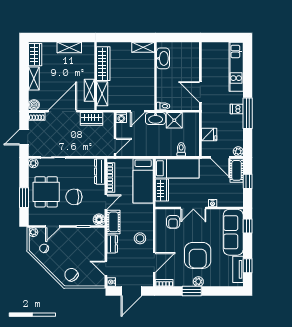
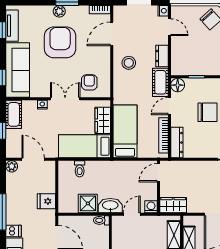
dishwasher: (237, 109) -> (14, 231), moved
wardrobe: (92, 119) -> (173, 205), moved
fridge: (209, 134) -> (46, 201), moved
cot: (237, 170) -> (14, 114), moved

